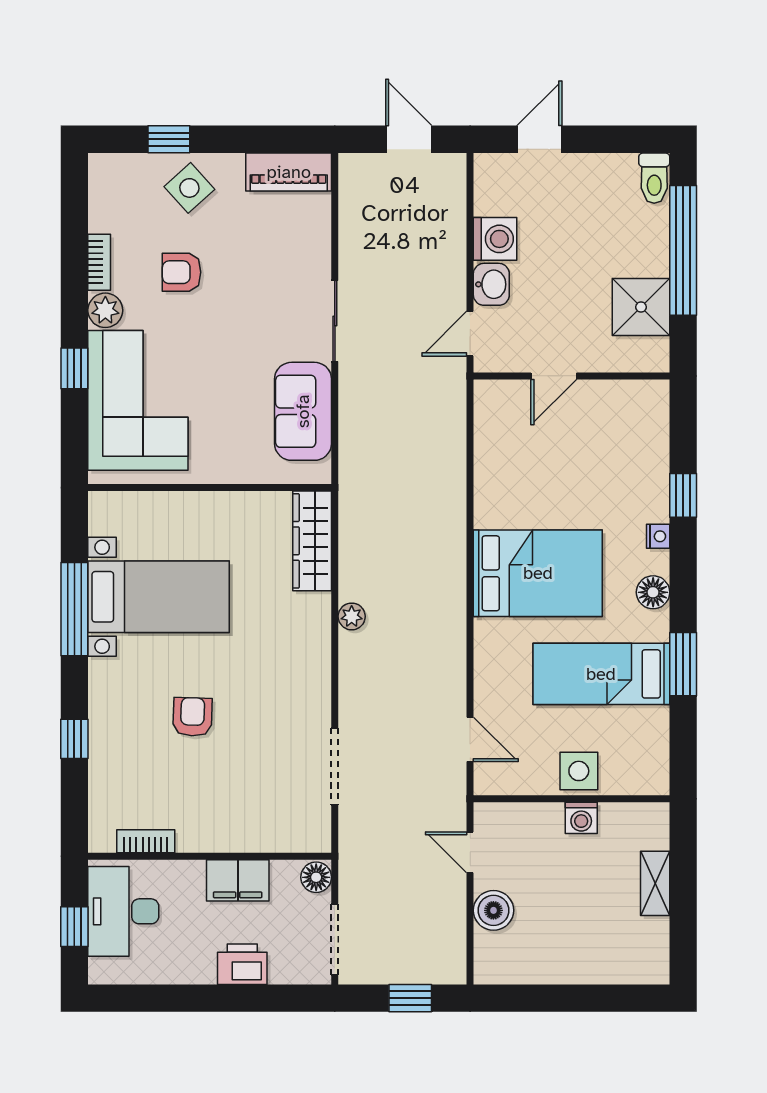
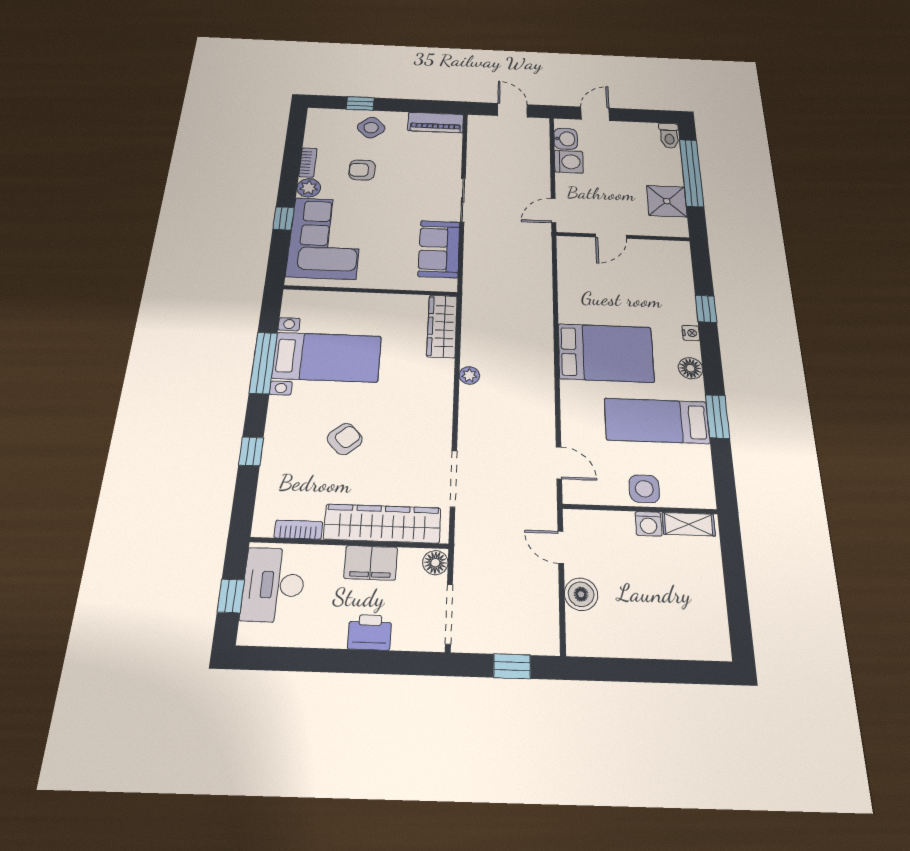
washbasin: (491, 284) -> (566, 139), moved
armchair: (192, 717) -> (345, 439), turned 46
wardrobe: (249, 830) -> (382, 524), added
shelving: (655, 883) -> (689, 524), moved, turned 90

